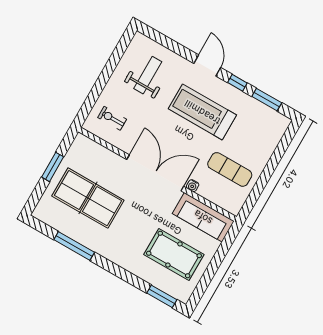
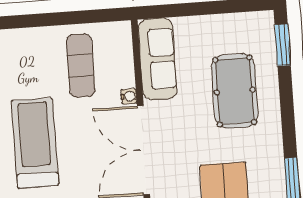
treadmill: (202, 112) -> (35, 143), turned 180
pool table: (174, 254) -> (235, 91), moved

